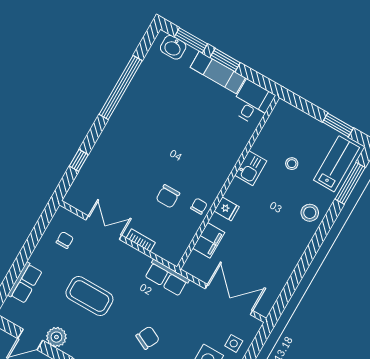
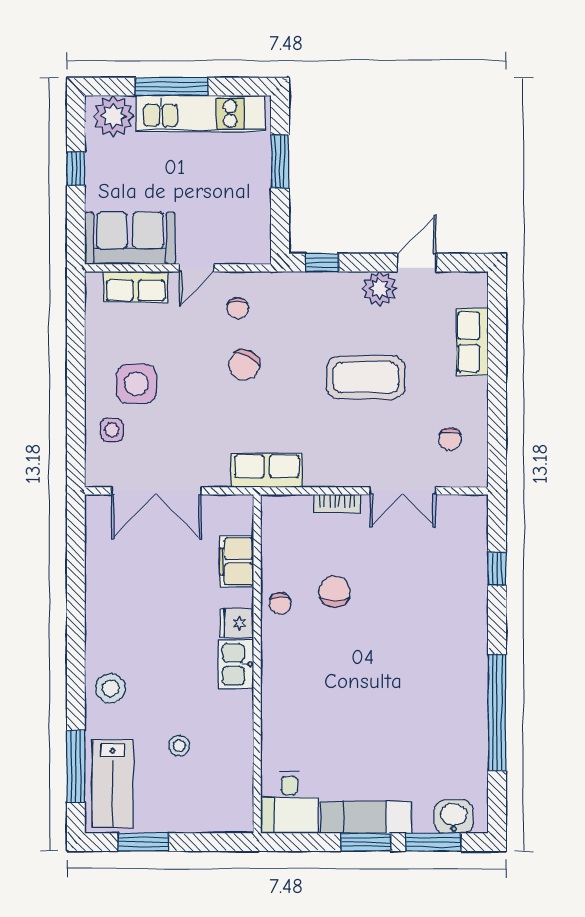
kitchen sink: (251, 168) -> (236, 664), moved

